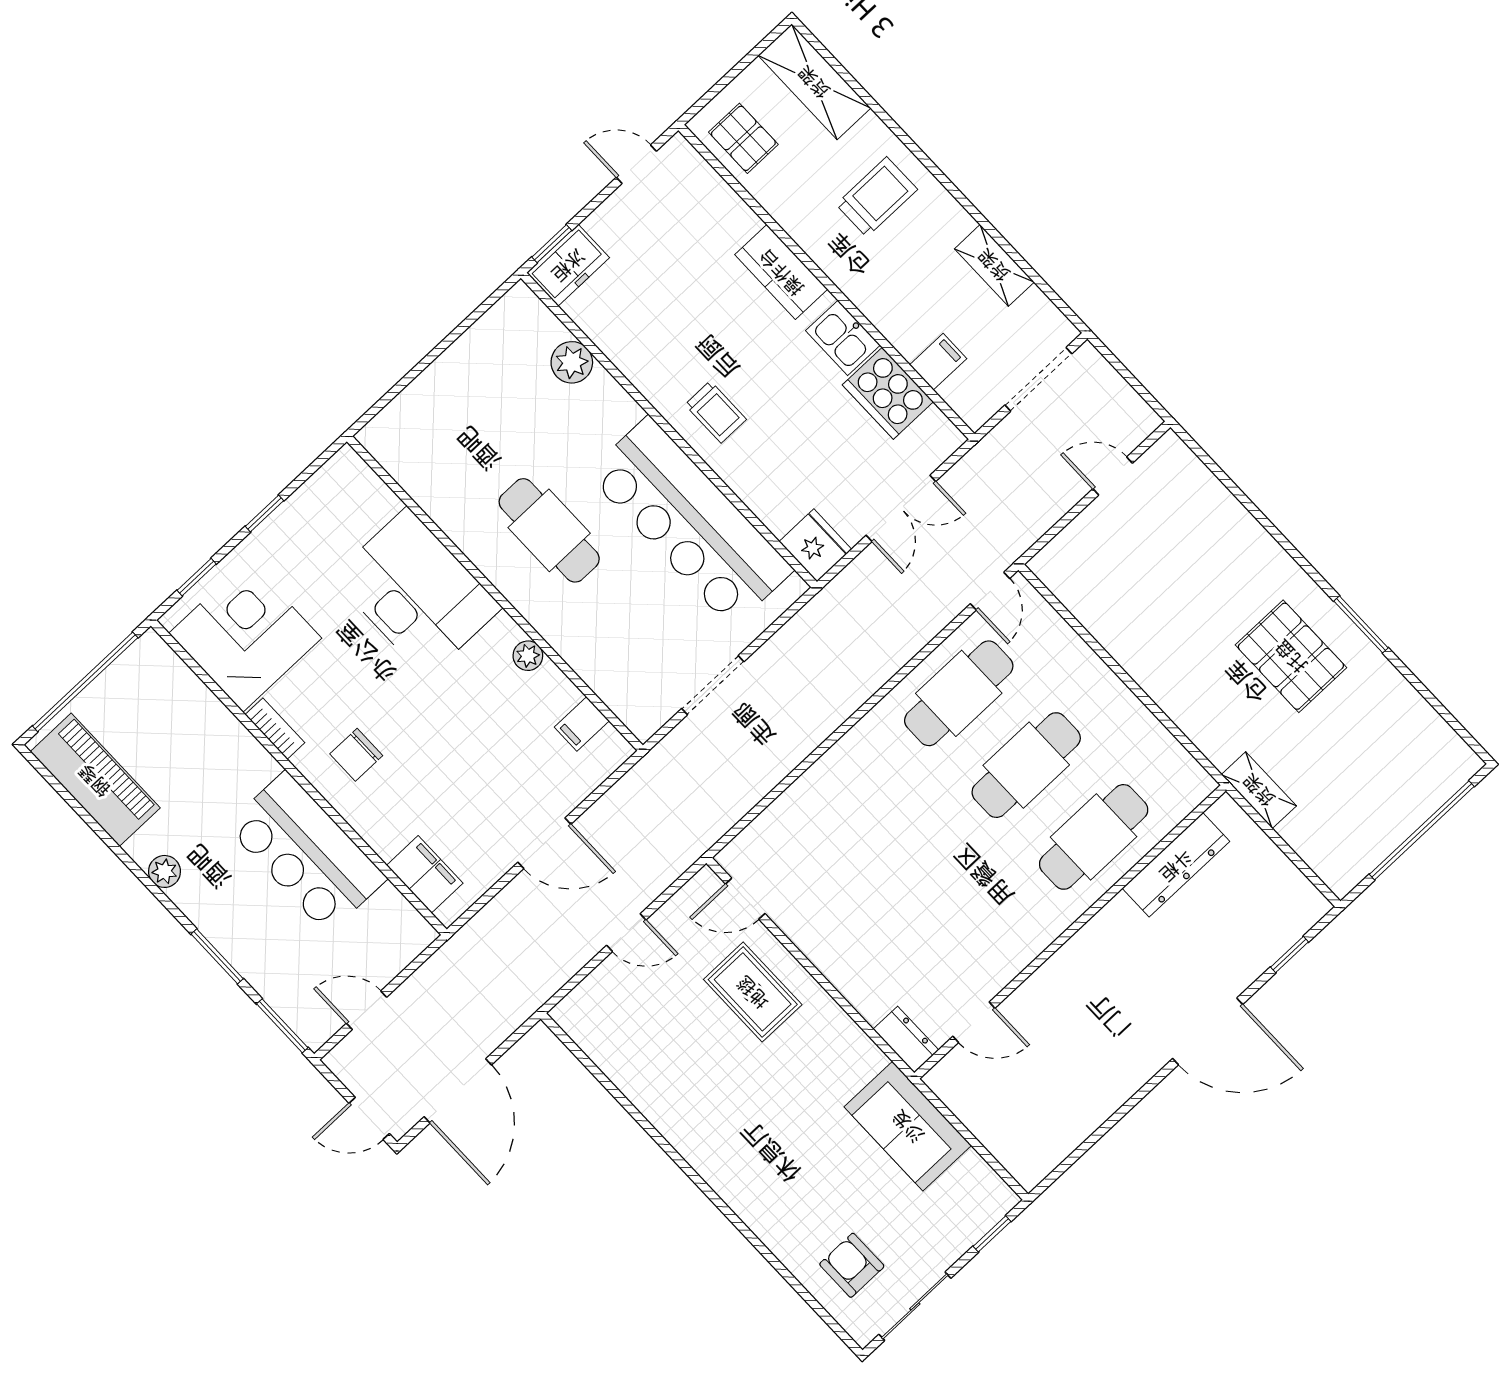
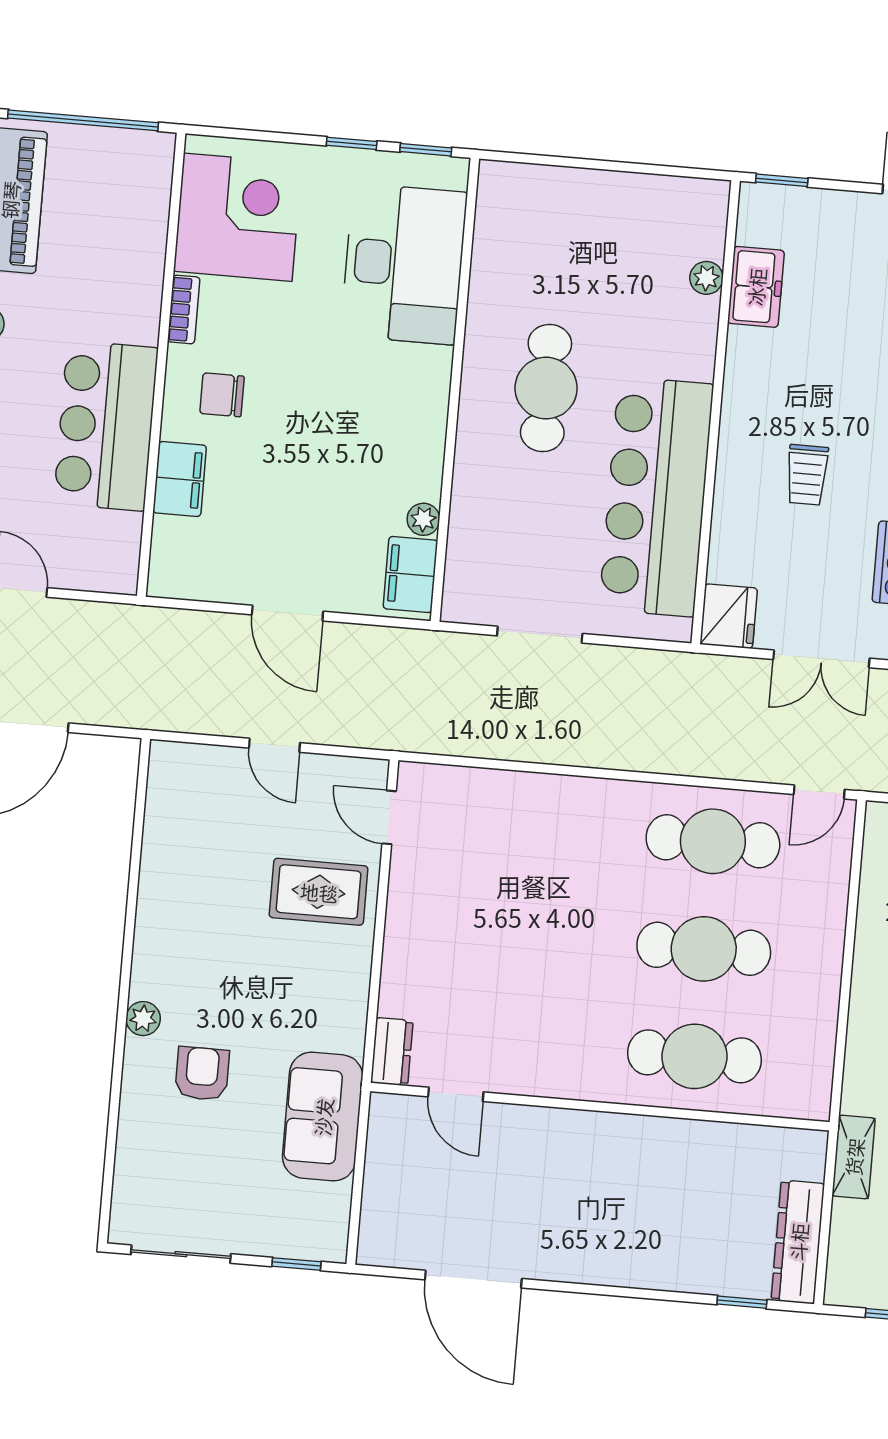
freezer: (568, 265) -> (756, 287), moved, turned -90
plant: (572, 362) -> (706, 278), width x0.73, depth x0.73
trolley: (716, 412) -> (807, 475), moved
window: (197, 577) -> (426, 150), moved
desk: (417, 593) -> (404, 264), moved
plant: (528, 656) -> (423, 519), moved
filing cabinet: (582, 724) -> (410, 574), width x2.00
dresser: (1176, 865) -> (798, 1242), moved, turned 90
filing cabinet: (425, 874) -> (180, 479), moved
rug: (753, 992) -> (319, 892), turned 90
door: (1208, 1031) -> (473, 1279), moved
plant: (732, 1188) -> (143, 1019), added
armchair: (852, 1265) -> (202, 1074), moved

